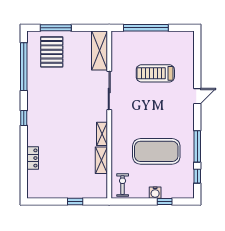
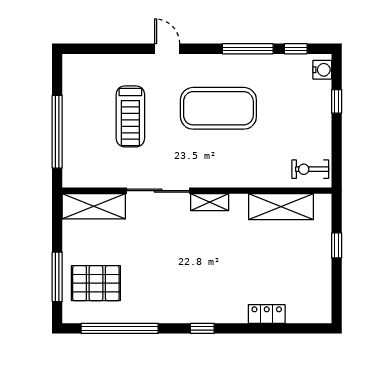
shelving: (102, 134) -> (210, 202), moved
exercise mat: (156, 151) -> (218, 108), moved, turned 90
shelving: (101, 160) -> (281, 207), width x1.50, depth x1.33
water cooler: (155, 193) -> (322, 70), moved

